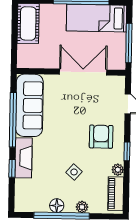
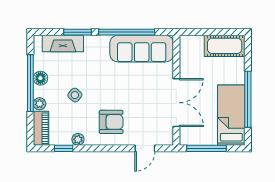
window: (127, 151) -> (64, 148), moved
fireplace: (23, 158) -> (63, 44), moved
window: (12, 168) -> (77, 32), width x1.50
piano: (116, 194) -> (41, 128), moved, turned 90

